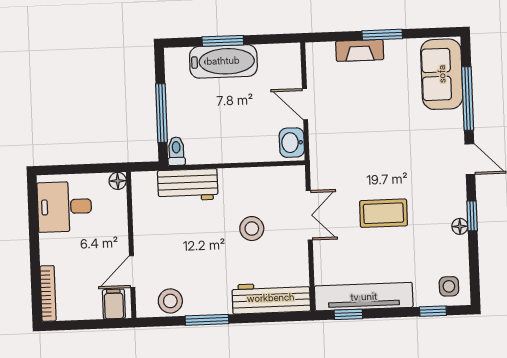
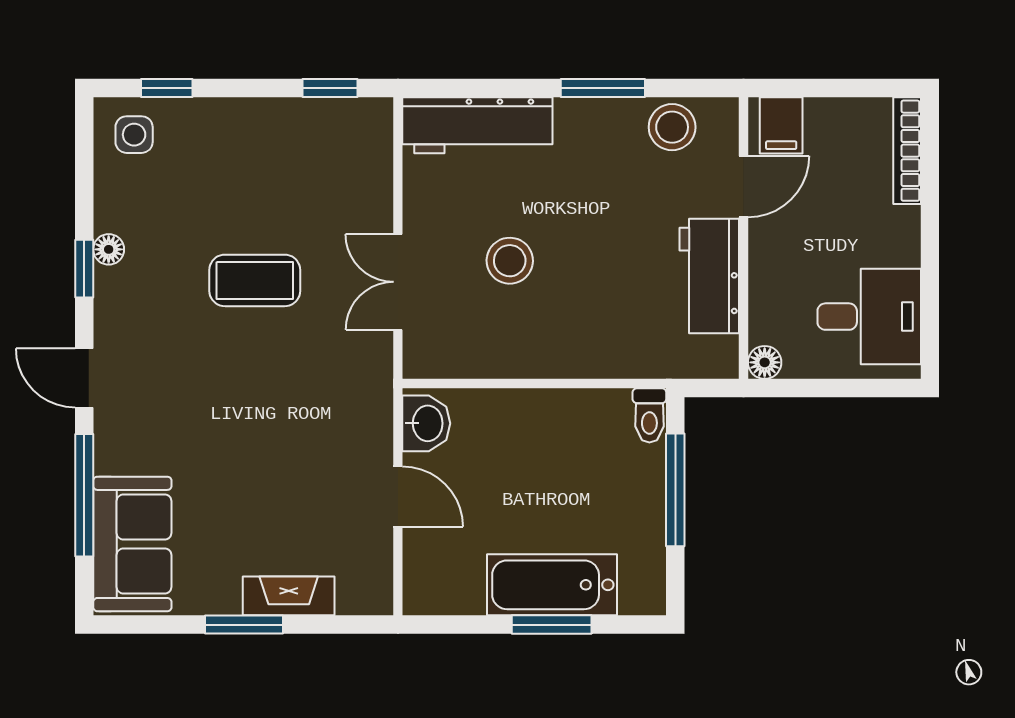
workbench: (188, 185) -> (709, 276), moved, turned -90
tv unit: (364, 297) -> (299, 121), removed

